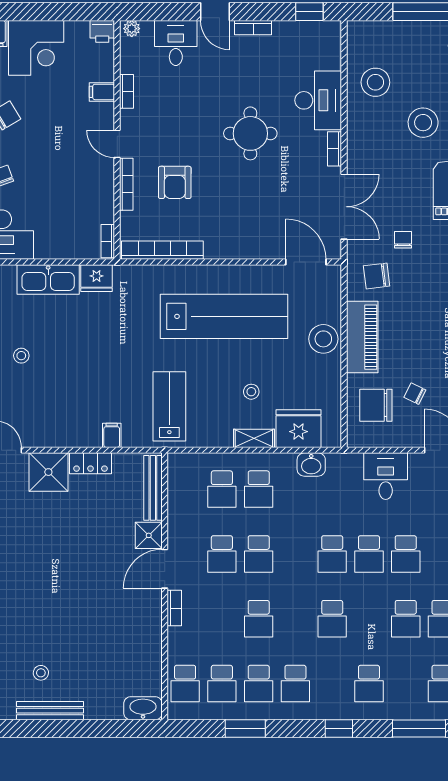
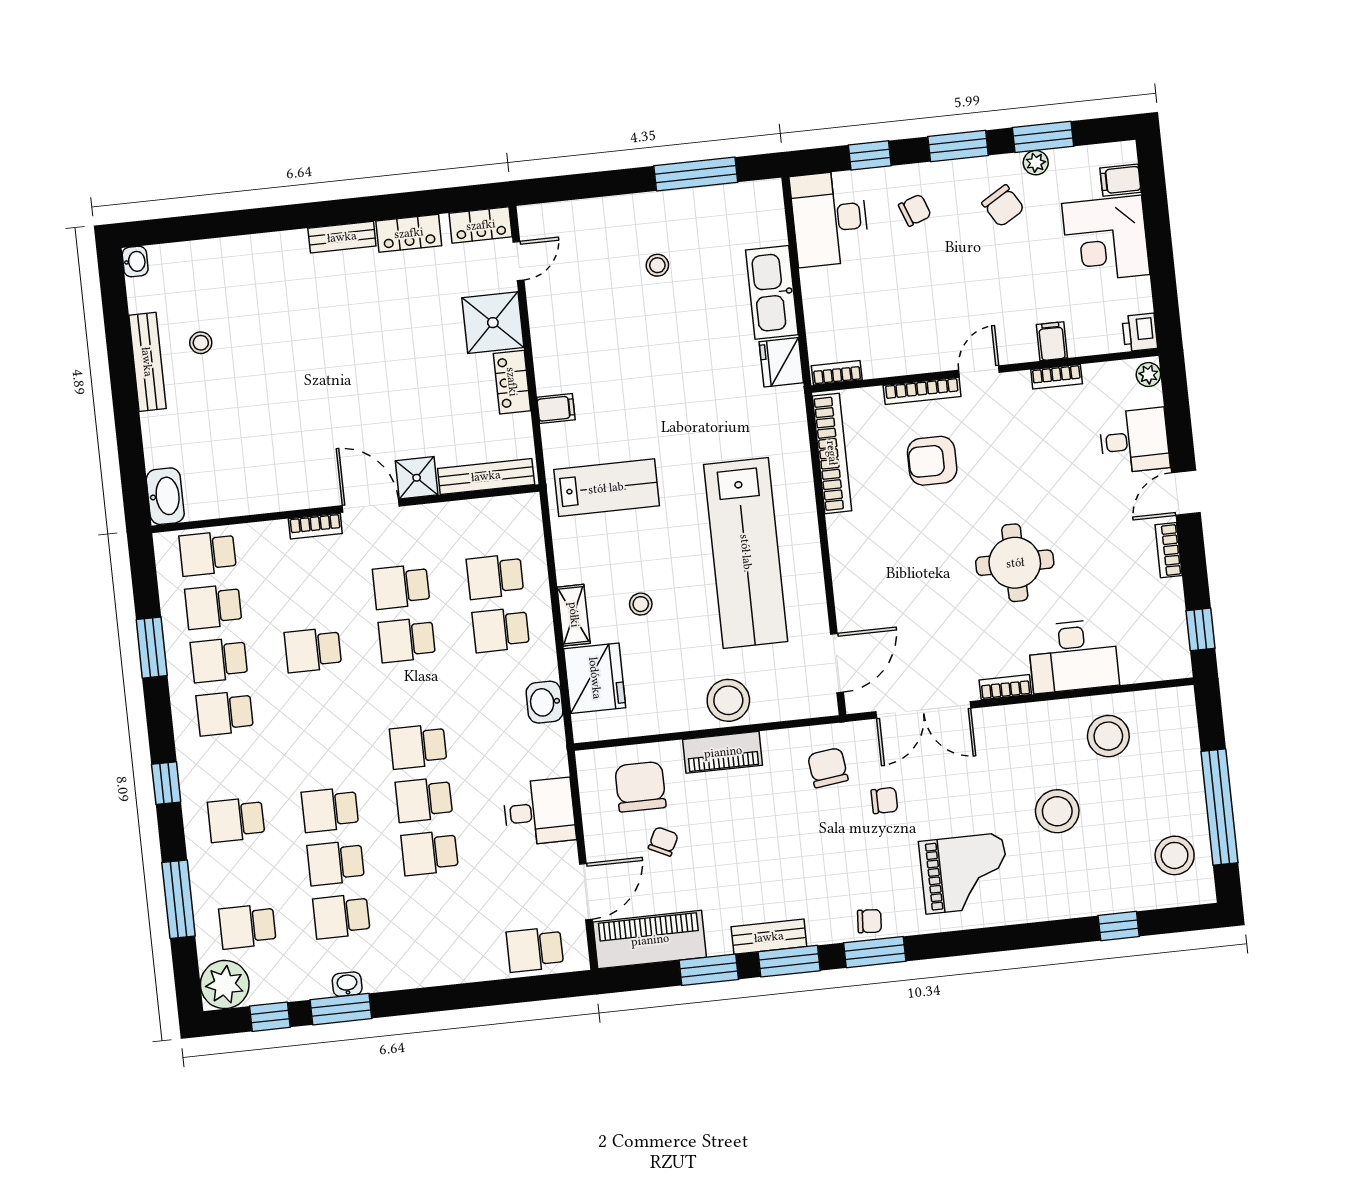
piano: (362, 337) -> (723, 752), width x0.73, depth x0.75
school desk: (332, 619) -> (330, 810), moved

